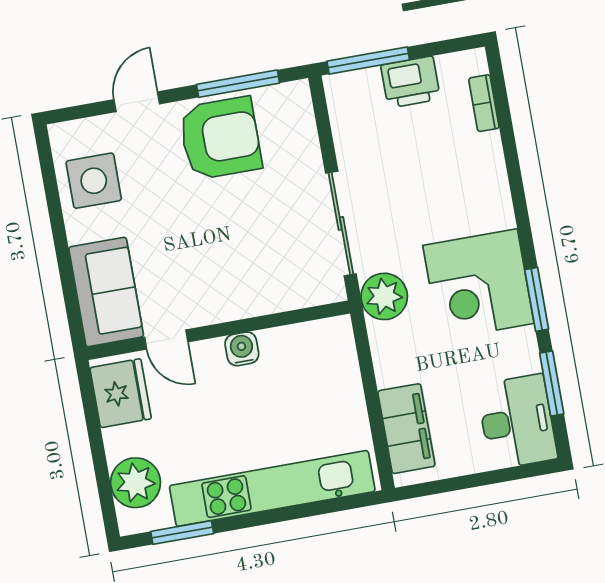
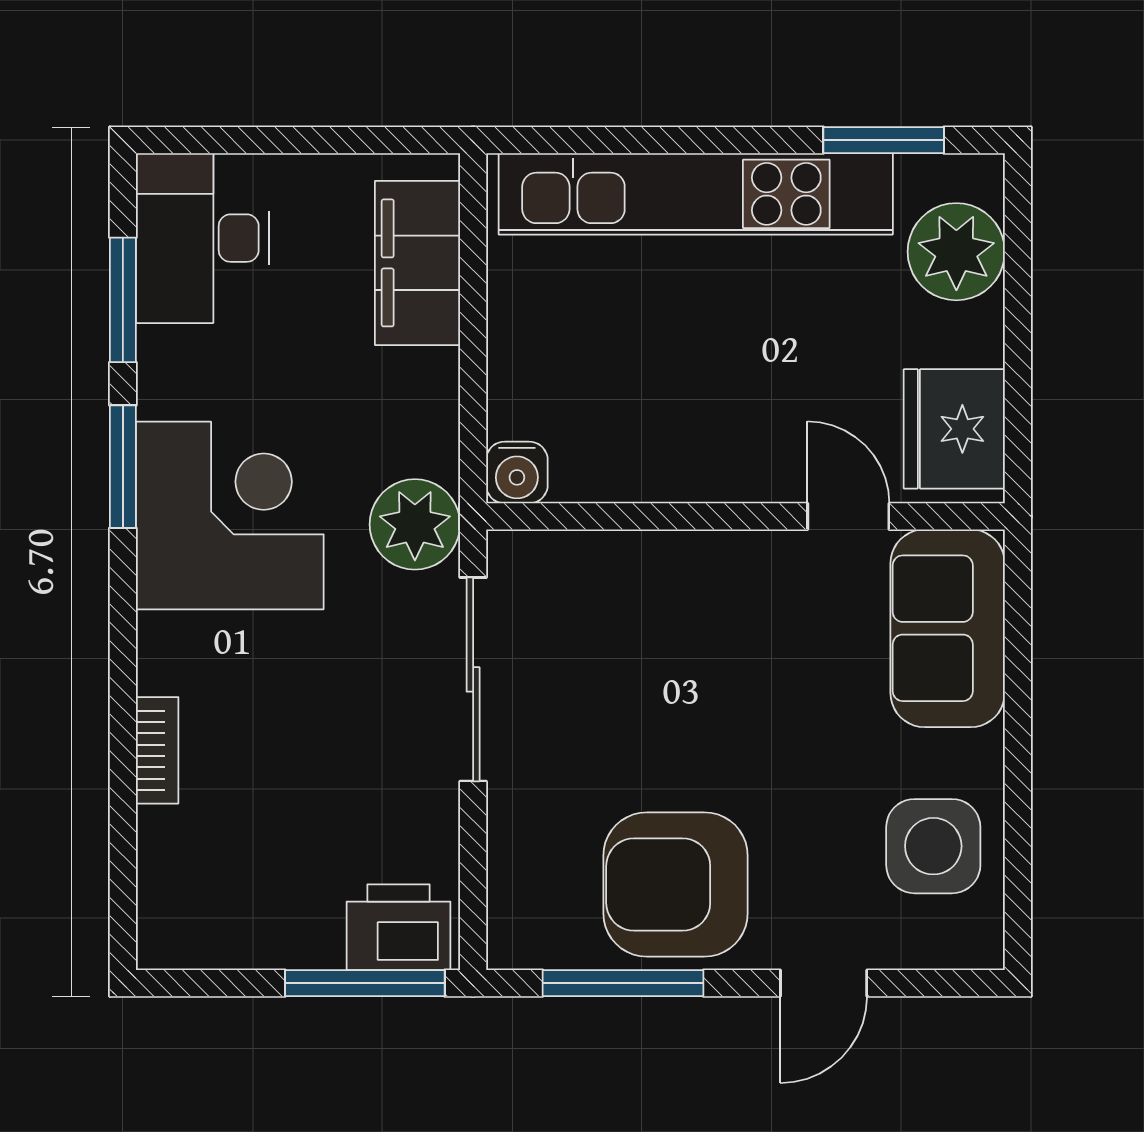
printer: (411, 82) -> (398, 927), moved
bookcase: (484, 103) -> (157, 750), moved
water cooler: (242, 349) -> (517, 472), moved

